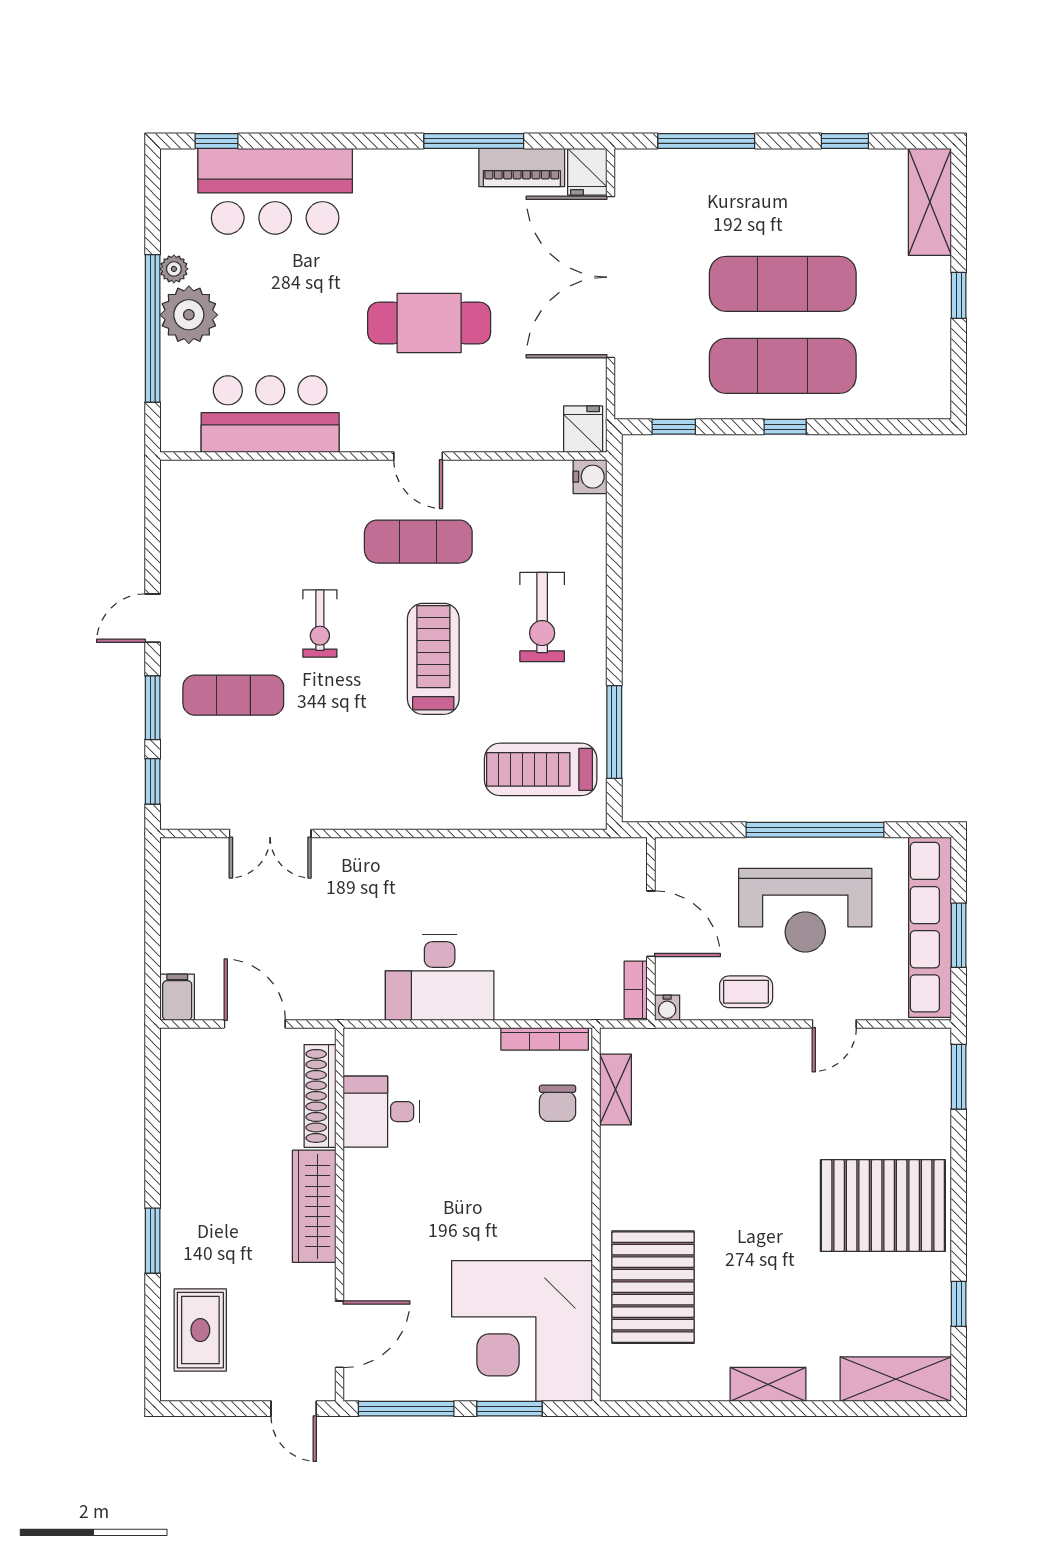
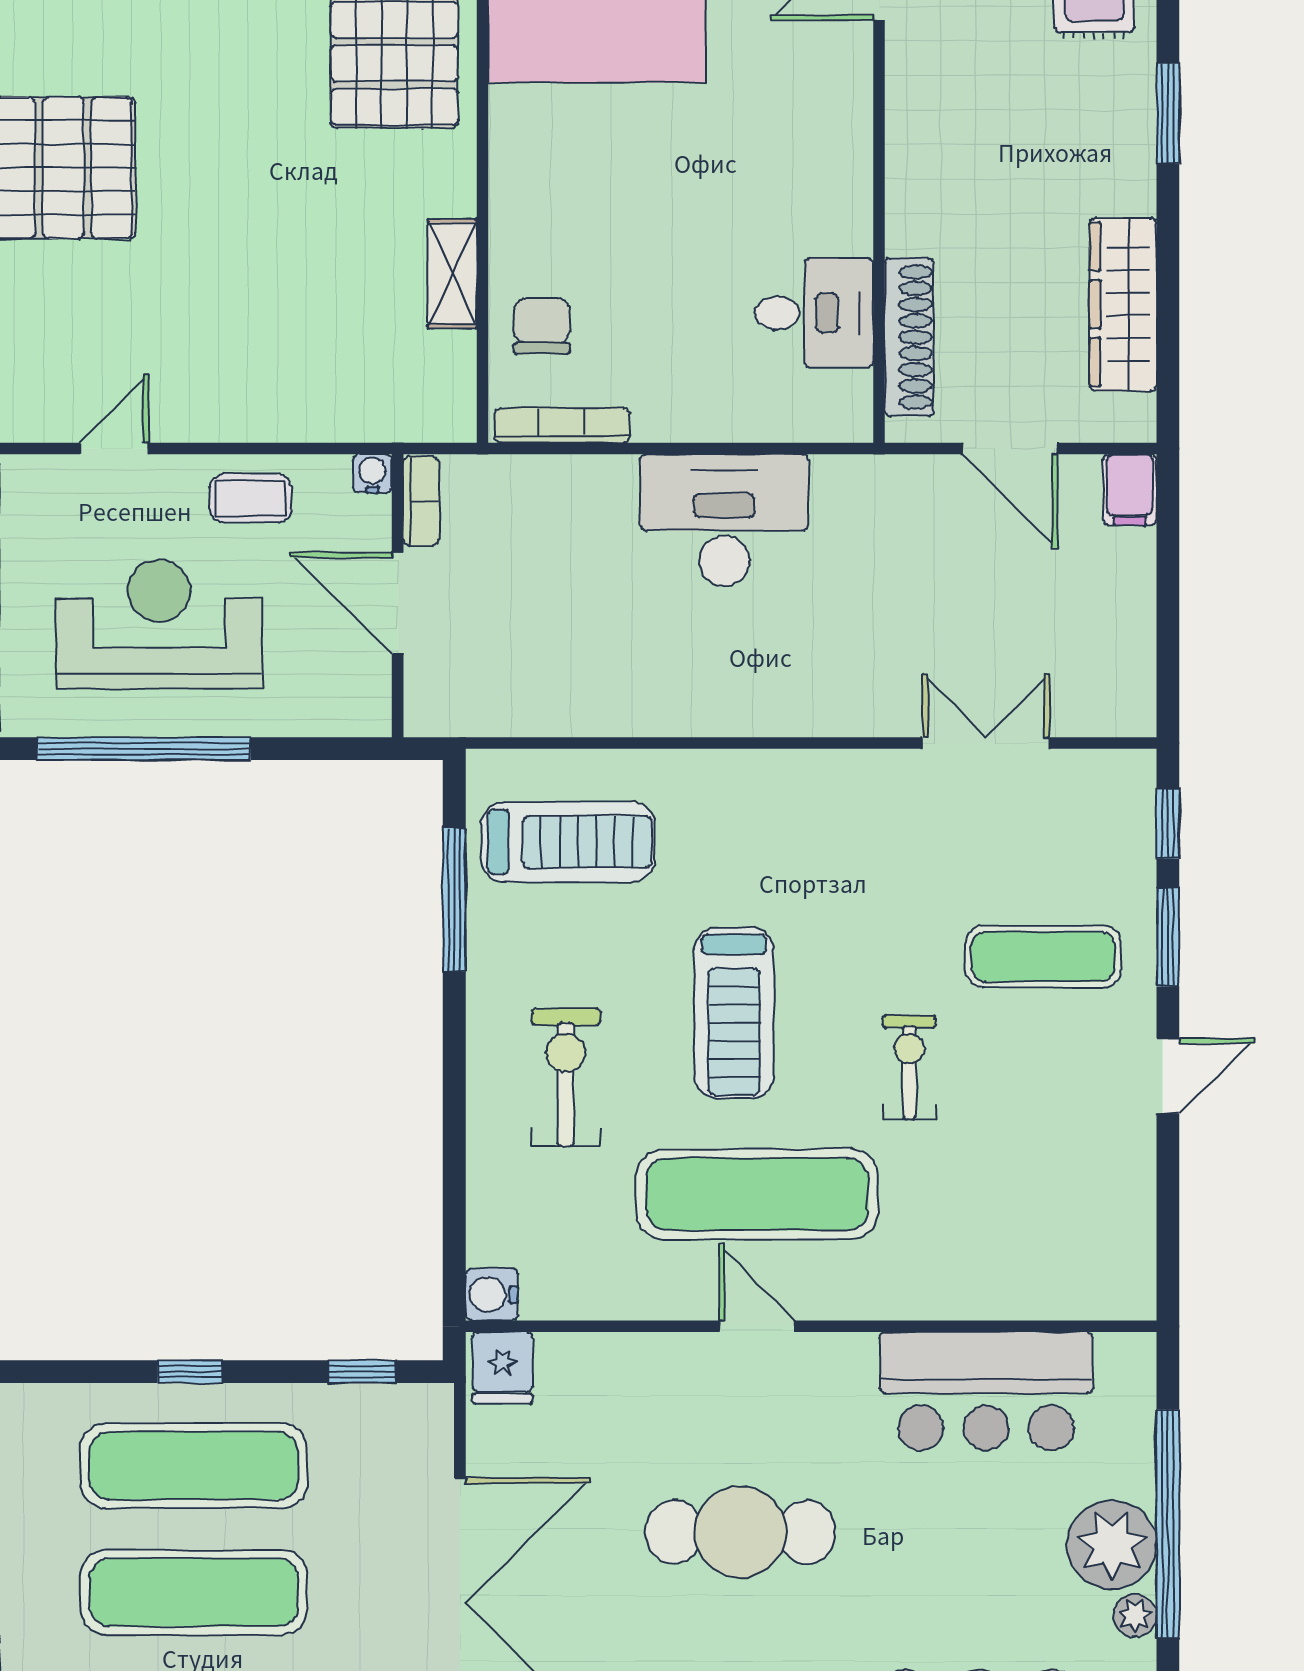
exercise mat: (418, 542) -> (757, 1194), width x1.36, depth x1.45
shelving: (615, 1089) -> (452, 274), moved
wardrobe: (314, 1206) -> (1123, 304), moved, turned 180

